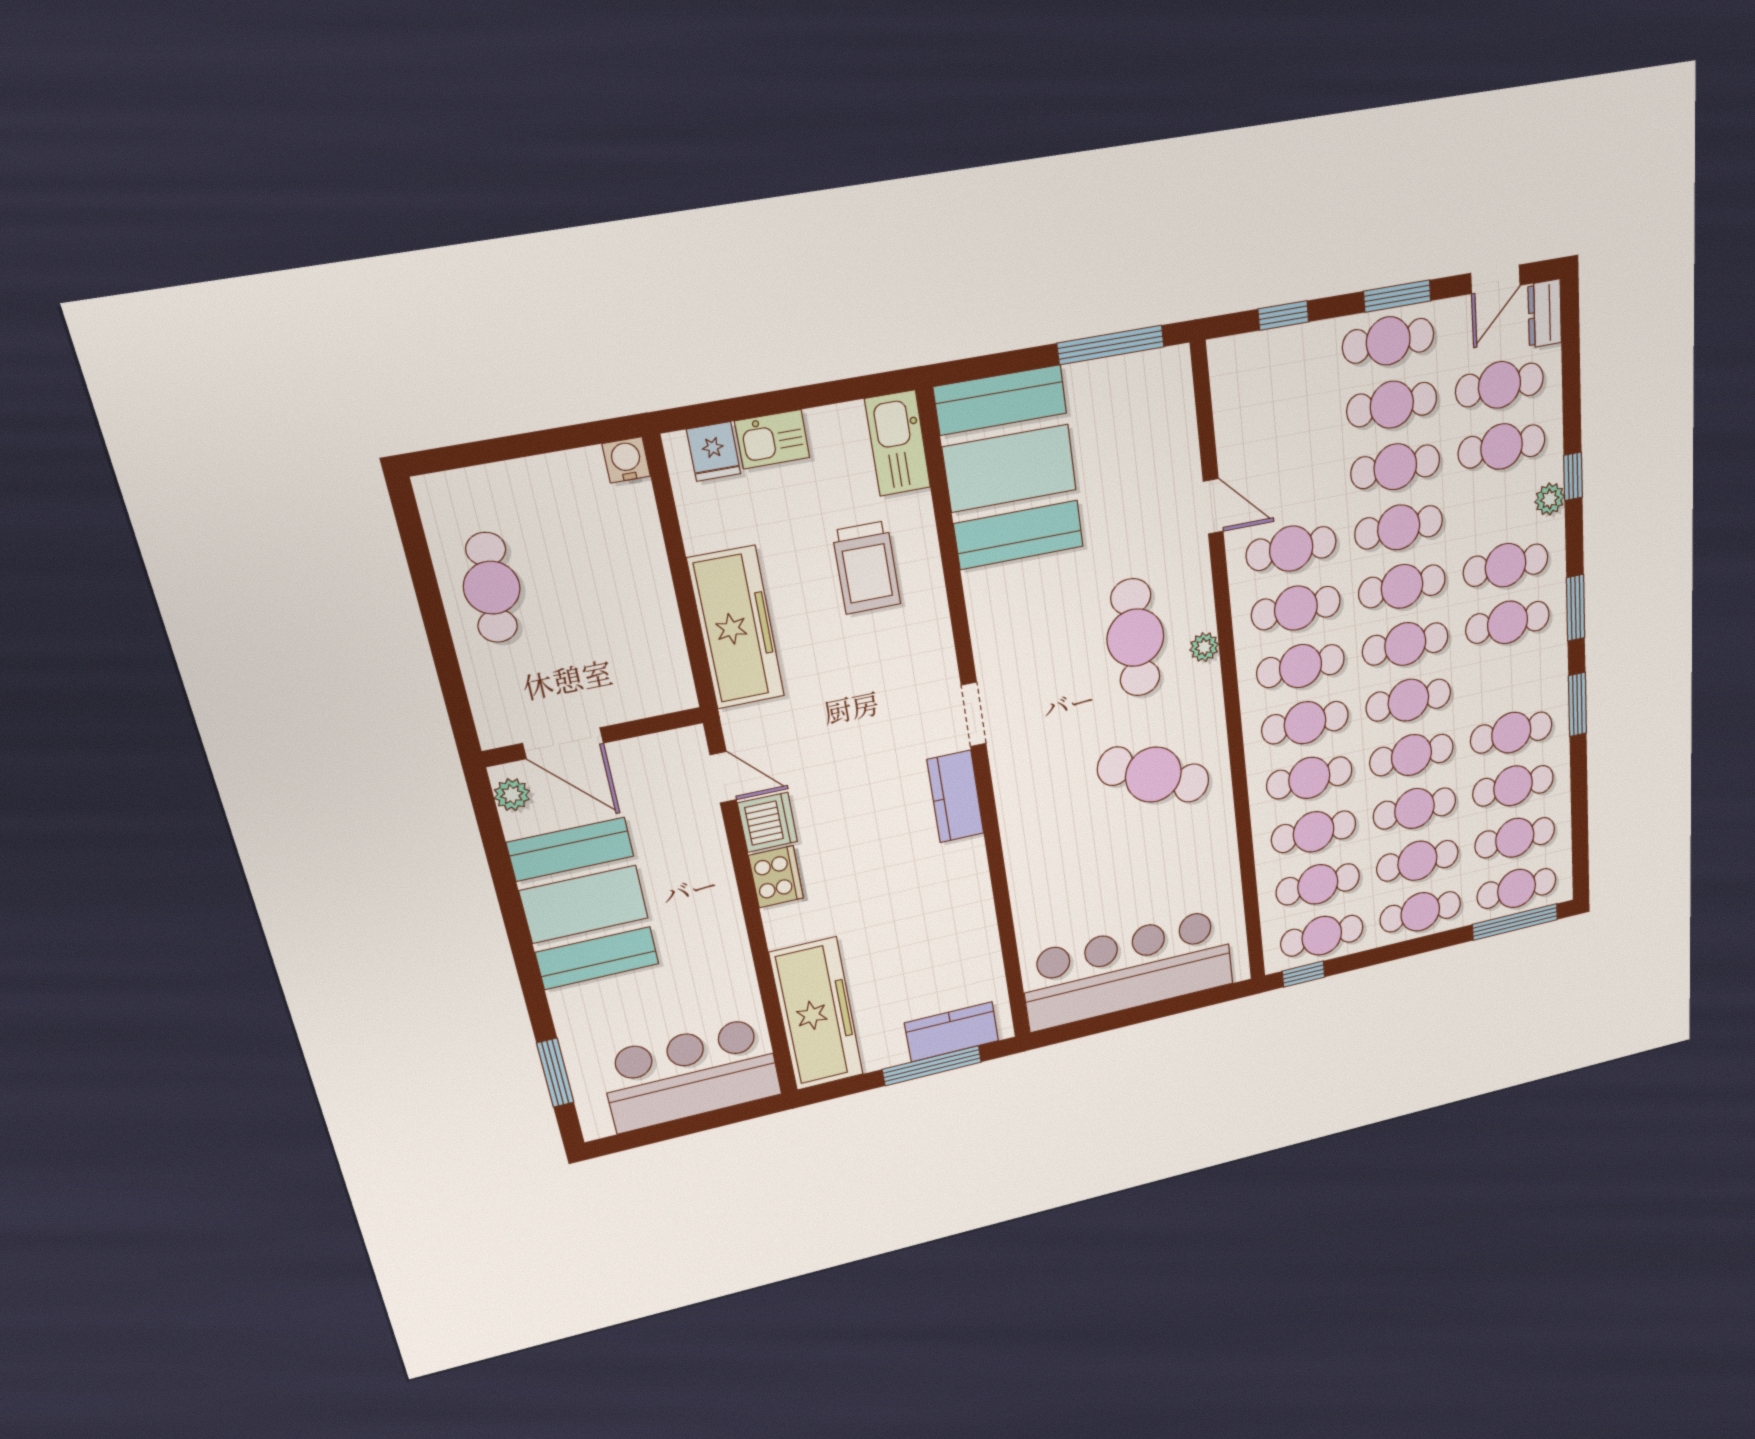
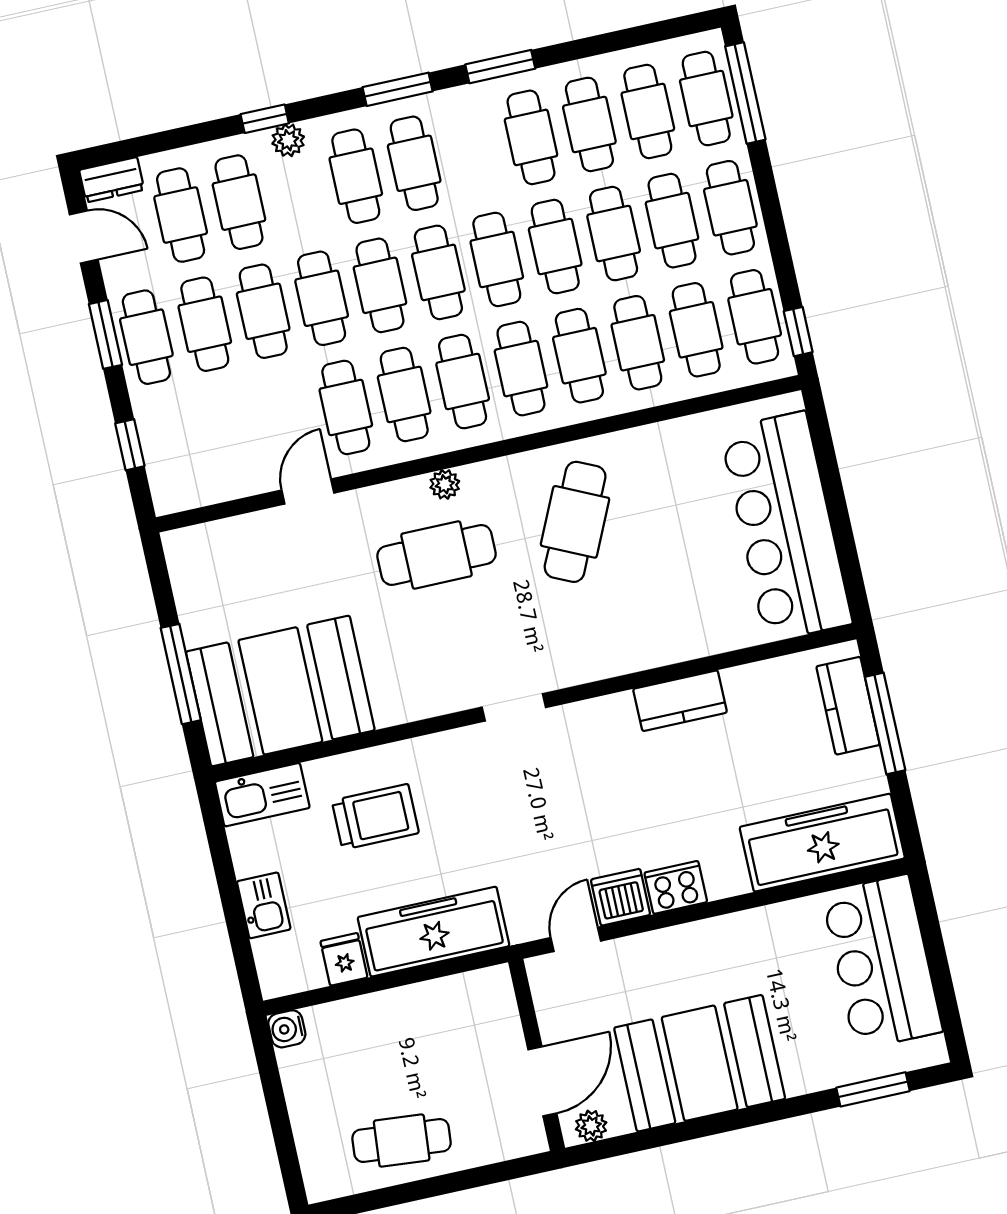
window: (1111, 345) -> (181, 674), moved
fridge: (714, 452) -> (344, 959), moved, turned -90
kitchen counter: (955, 797) -> (680, 701), moved

